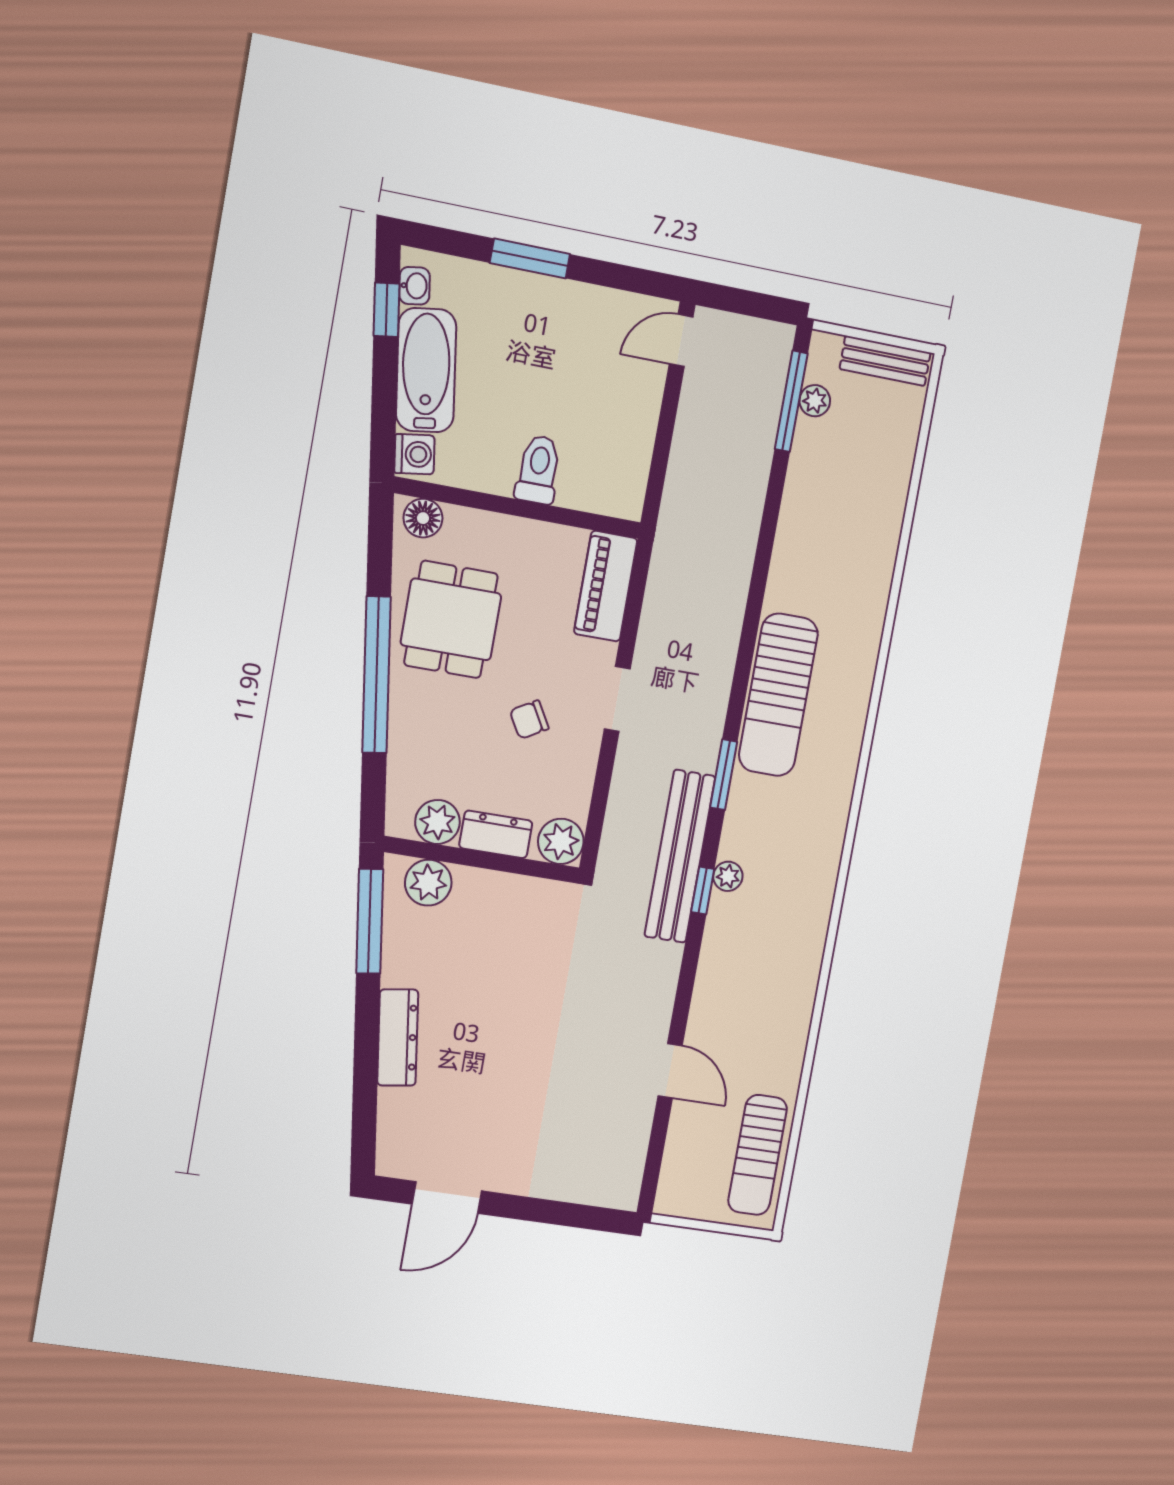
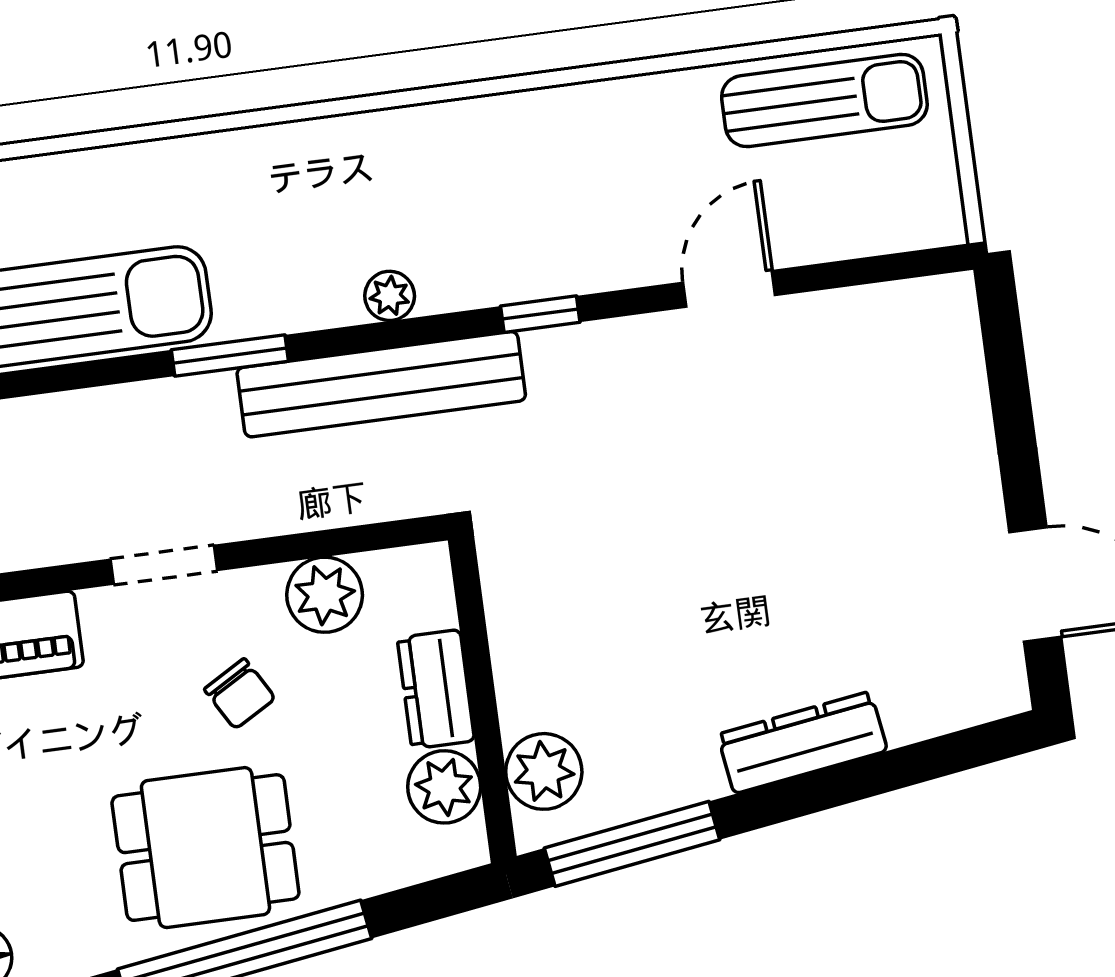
dining table: (451, 619) -> (205, 848), moved
plant: (561, 841) -> (325, 595), moved
window: (703, 890) -> (540, 314), moved

